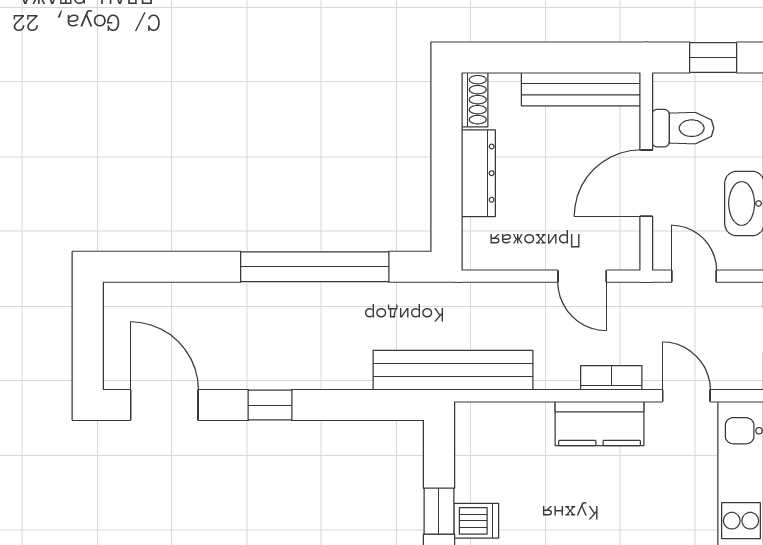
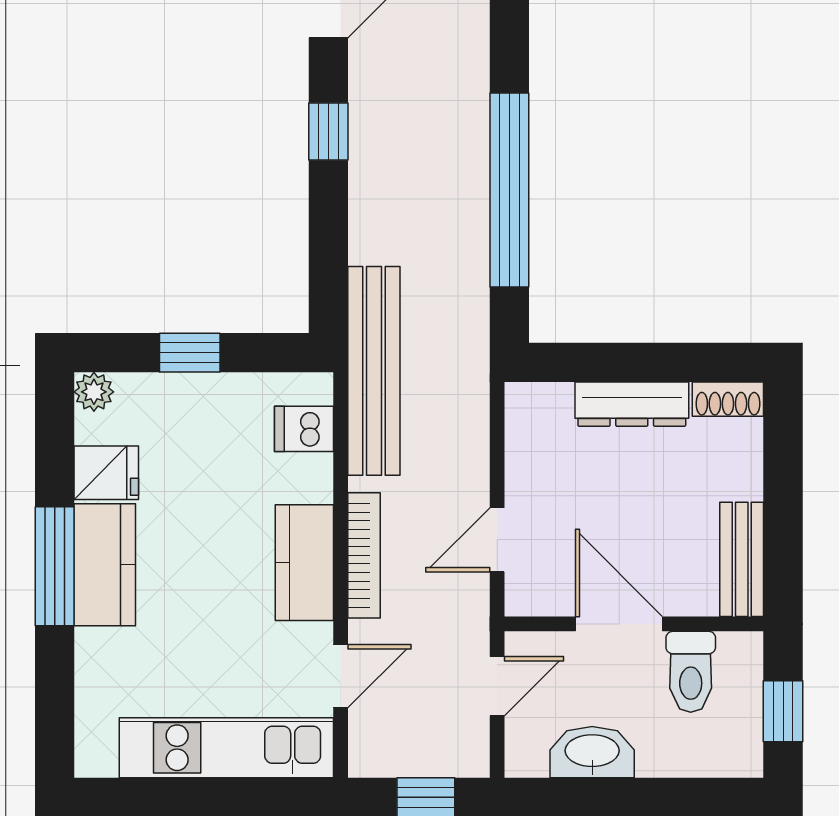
bench: (581, 89) -> (742, 559), width x0.73
bookcase: (611, 378) -> (364, 555), width x1.56
dishwasher: (476, 521) -> (304, 429), moved, turned 90

